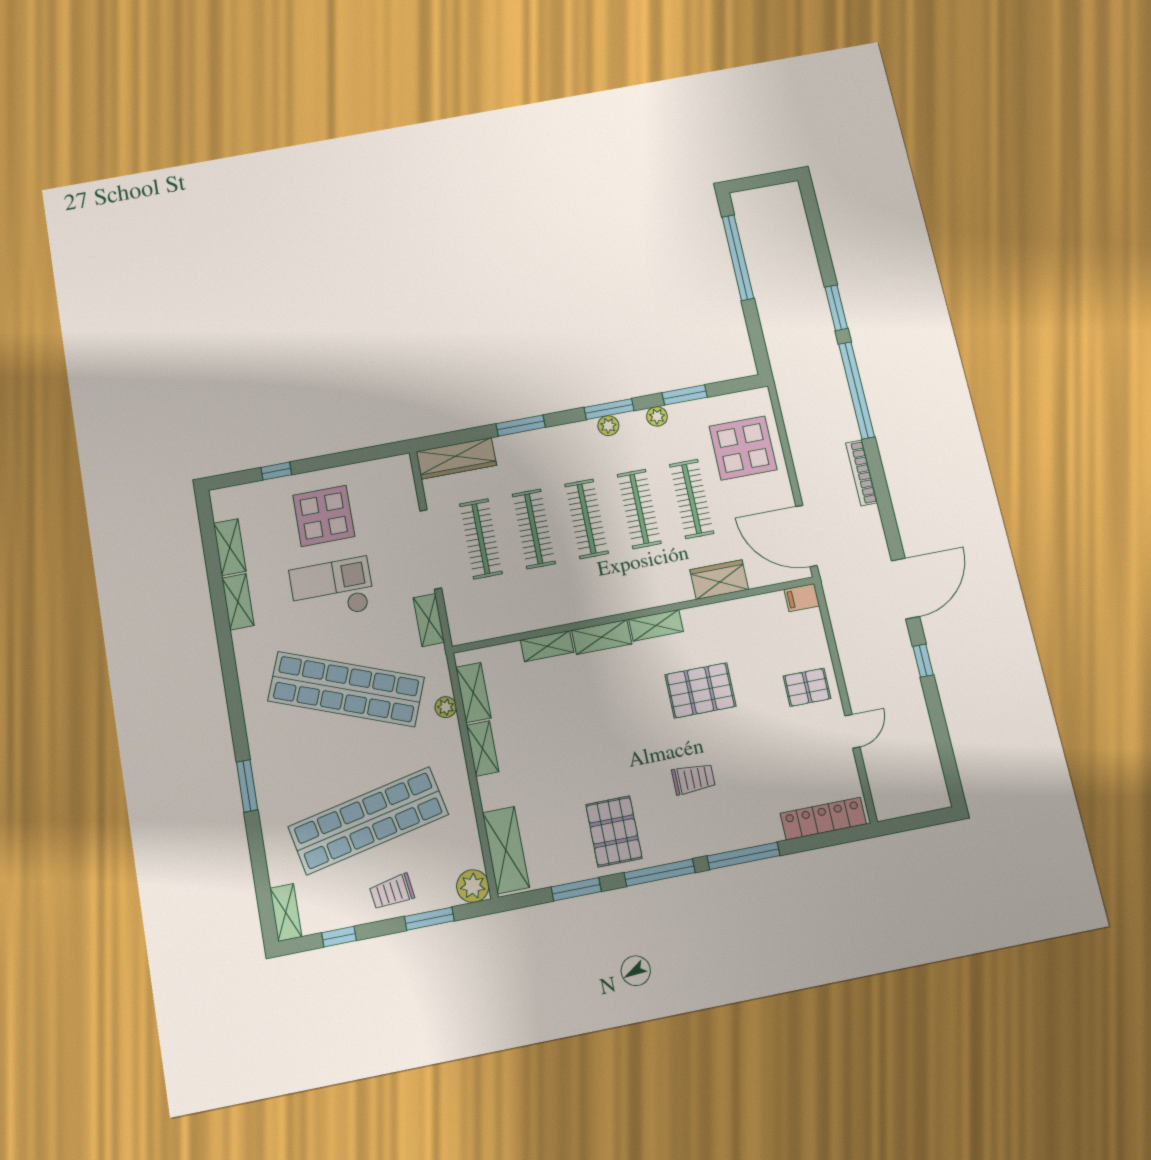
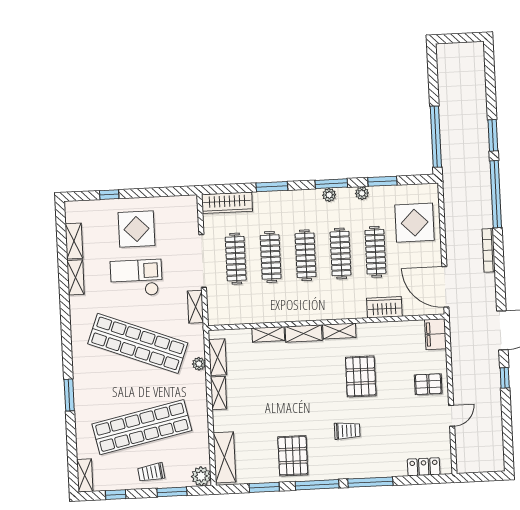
window: (738, 258) -> (436, 137), moved
filing cabinet: (802, 598) -> (435, 334), width x2.00
pallet: (701, 690) -> (361, 376), turned 90
locker: (823, 819) -> (424, 467), width x0.66

